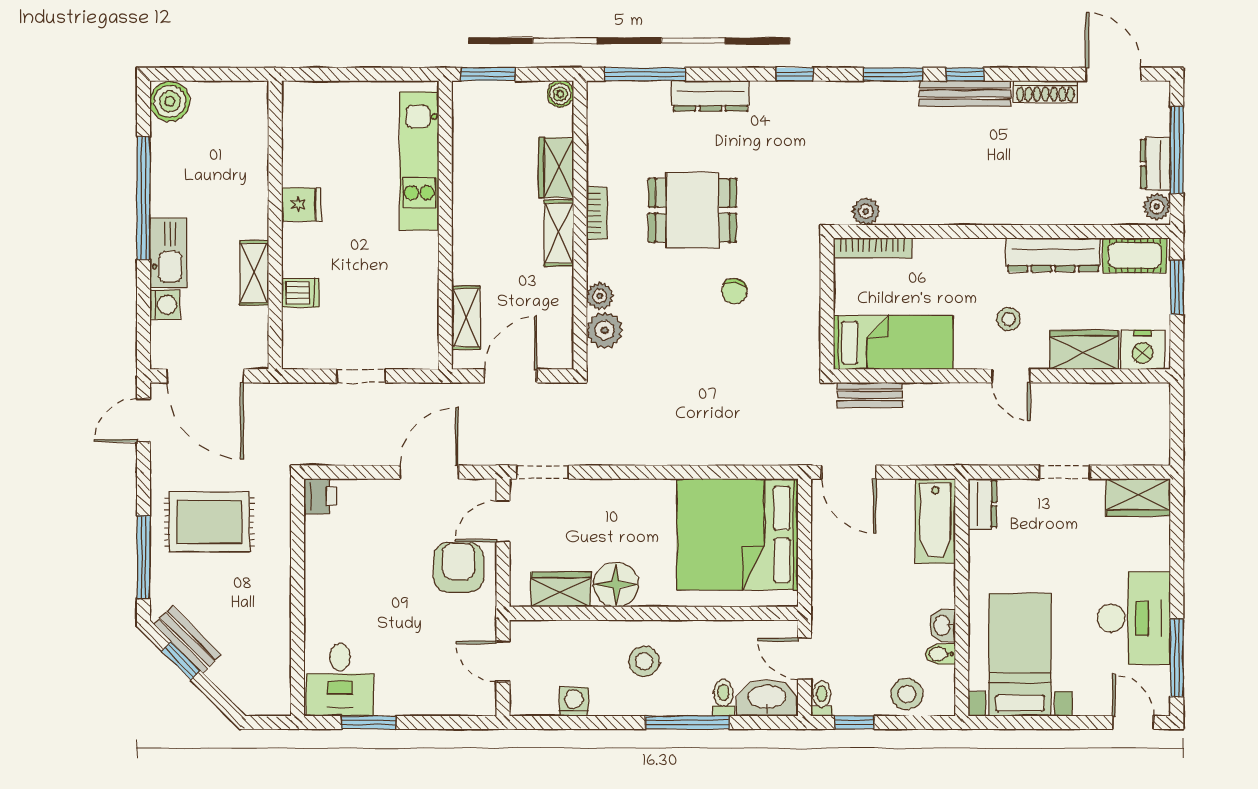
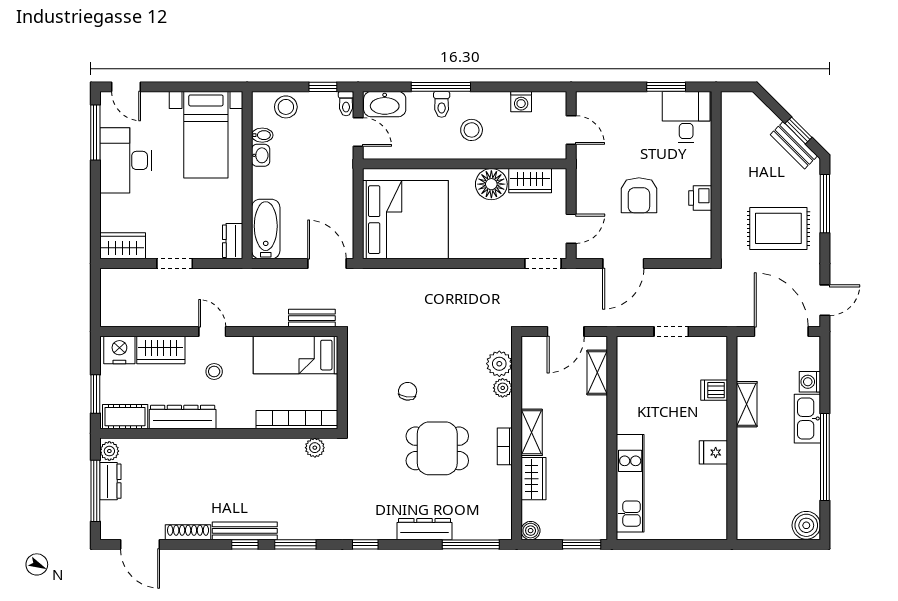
bookcase: (872, 248) -> (297, 420), width x1.48, depth x1.31
printer: (320, 496) -> (700, 198), moved
armchair: (459, 567) -> (639, 195), moved
toilet: (723, 698) -> (442, 104), moved

